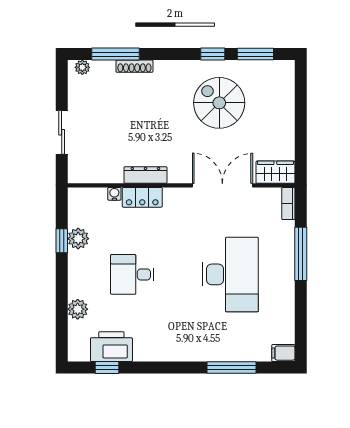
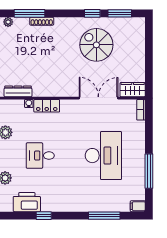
dresser: (145, 175) -> (18, 91), moved
window: (301, 254) -> (149, 171), moved
window: (107, 368) -> (44, 216), moved

